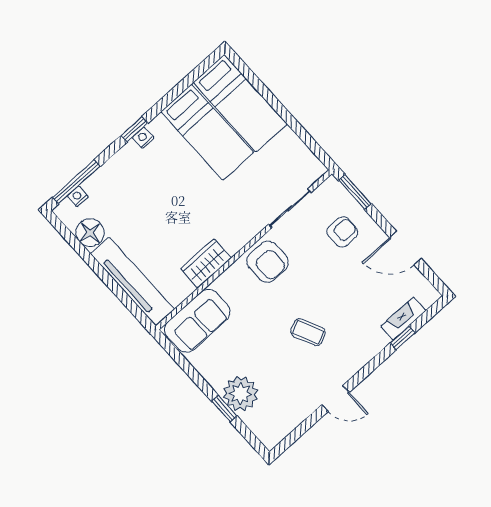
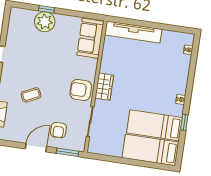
window: (135, 129) -> (184, 122), moved
window: (76, 182) -> (194, 56), removed
floor lamp: (90, 233) -> (170, 38), removed
door: (405, 248) -> (36, 148), moved
wardrobe: (206, 263) -> (104, 87), moved
coffee table: (308, 332) -> (31, 95), moved

